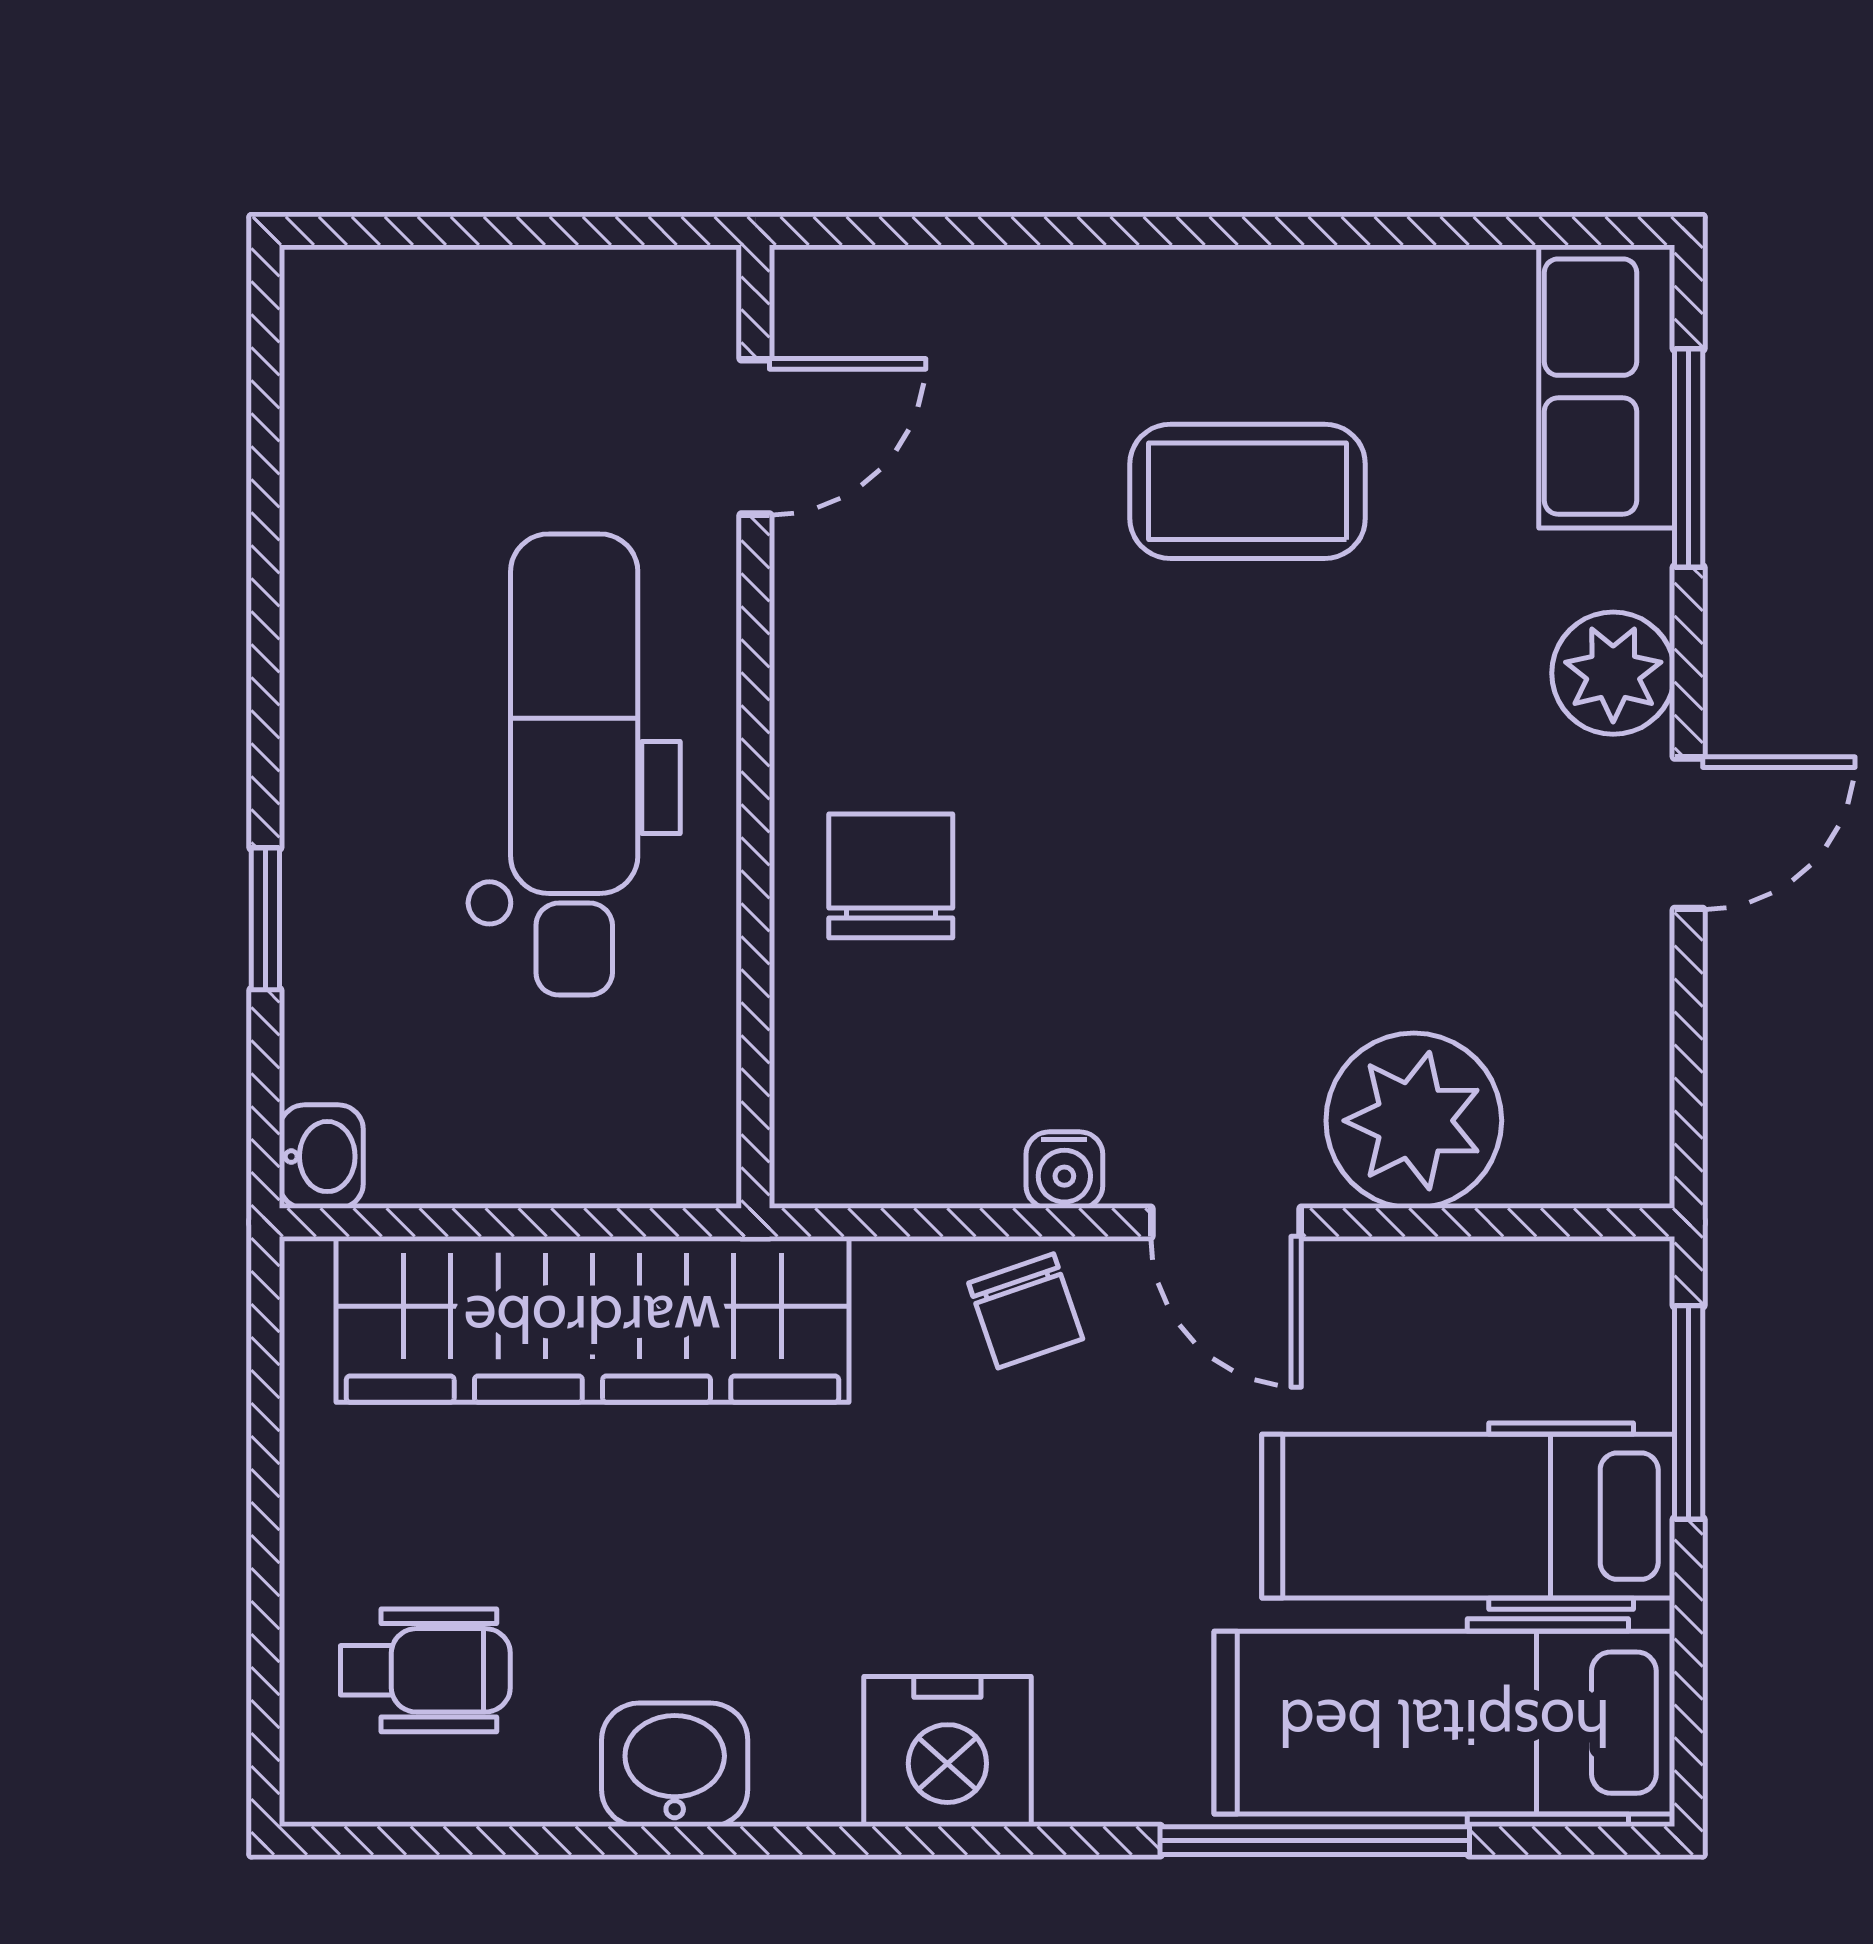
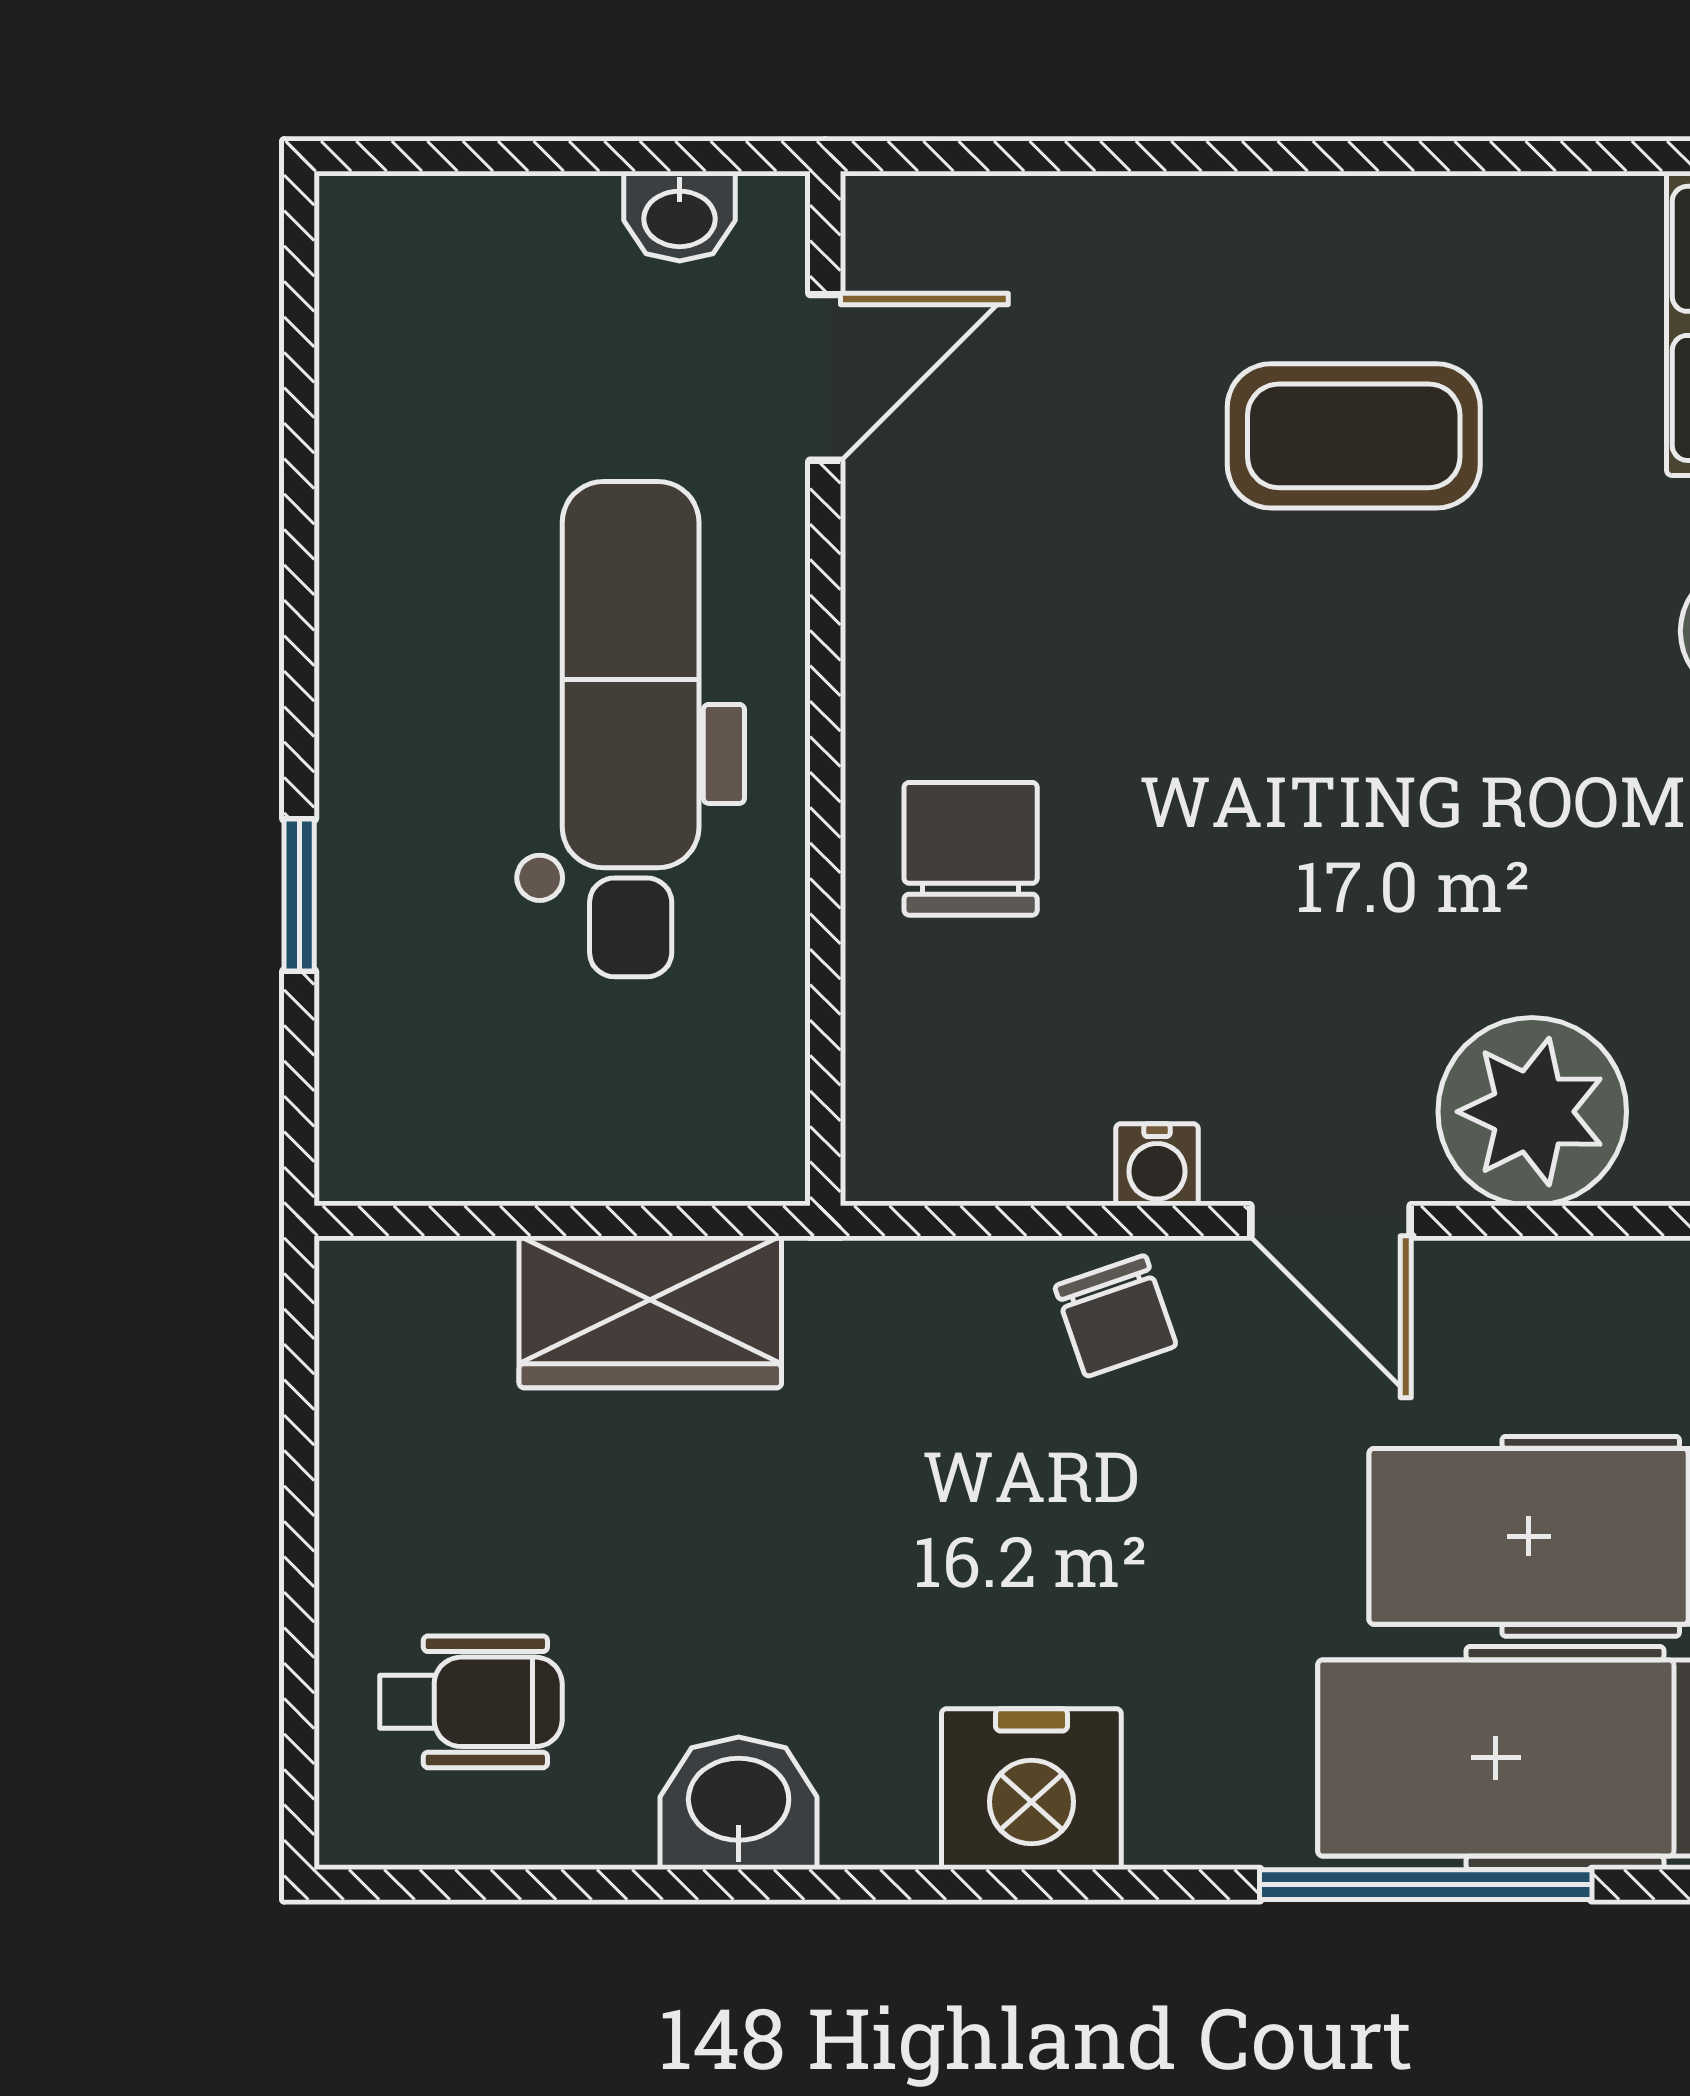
washbasin: (321, 1157) -> (680, 216), moved, turned 90
wardrobe: (592, 1319) -> (650, 1312), width x0.48, depth x0.85

